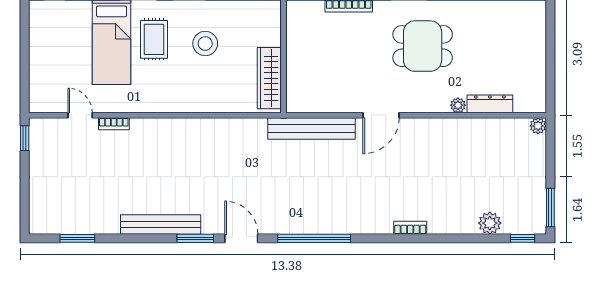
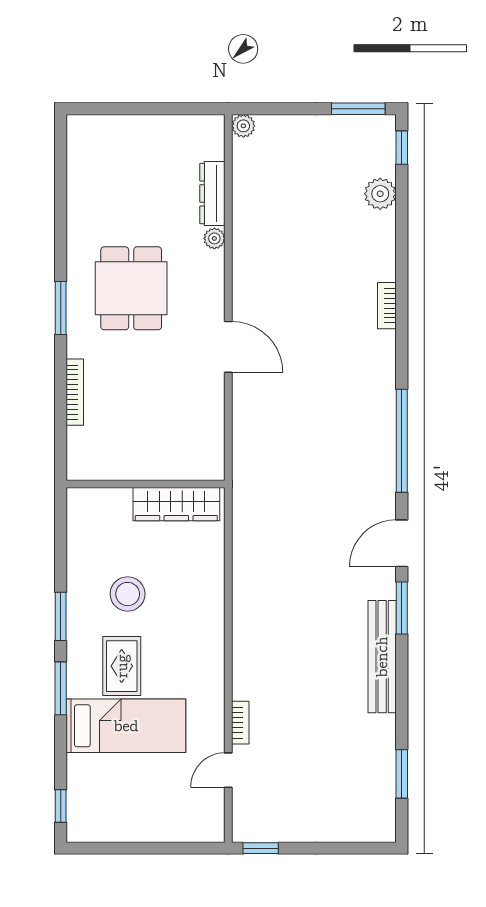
rug: (154, 39) -> (122, 666), turned 90
bench: (312, 128) -> (247, 444), removed

